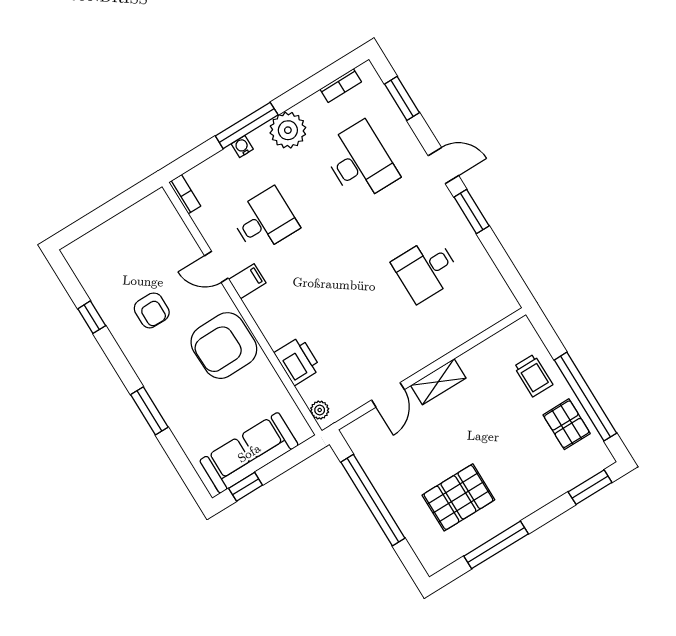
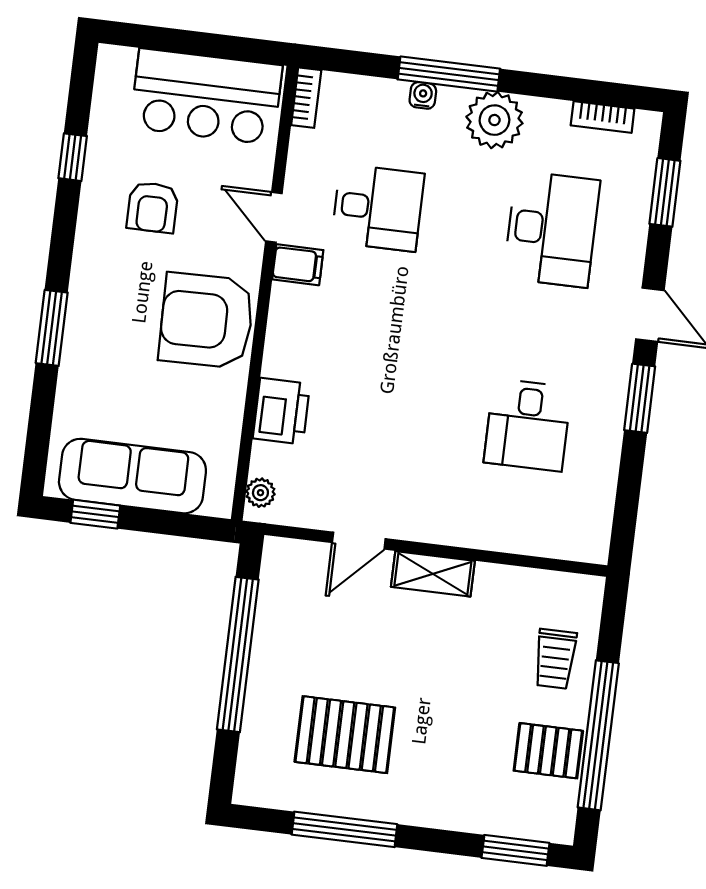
bar counter: (134, 234) -> (206, 96), added
desk: (426, 269) -> (528, 425), turned -90
pallet: (567, 424) -> (548, 751), turned 90

